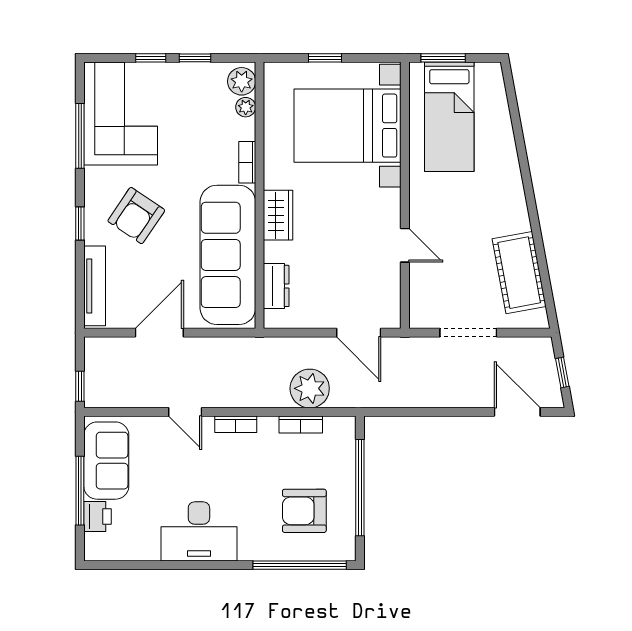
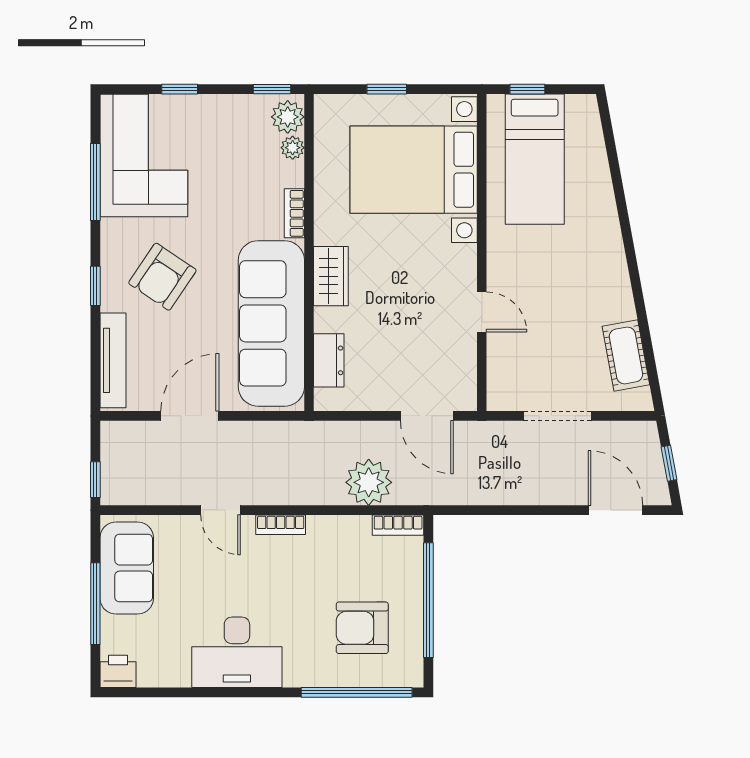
window: (195, 58) -> (272, 89), moved
window: (443, 58) -> (527, 89), width x0.67
cot: (519, 273) -> (626, 355), width x0.73, depth x0.75
bookcase: (301, 425) -> (398, 525), moved
printer: (98, 517) -> (118, 671), moved, turned -90

